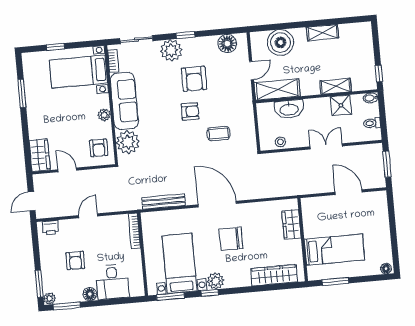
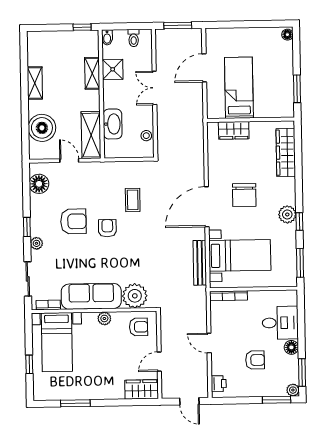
plant: (171, 50) -> (36, 243), width x0.53, depth x0.53
bed: (334, 250) -> (239, 88), moved
bed with nightstands: (180, 263) -> (240, 255), moved, turned 180

